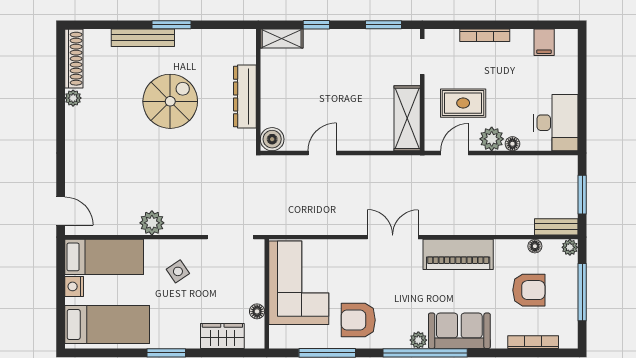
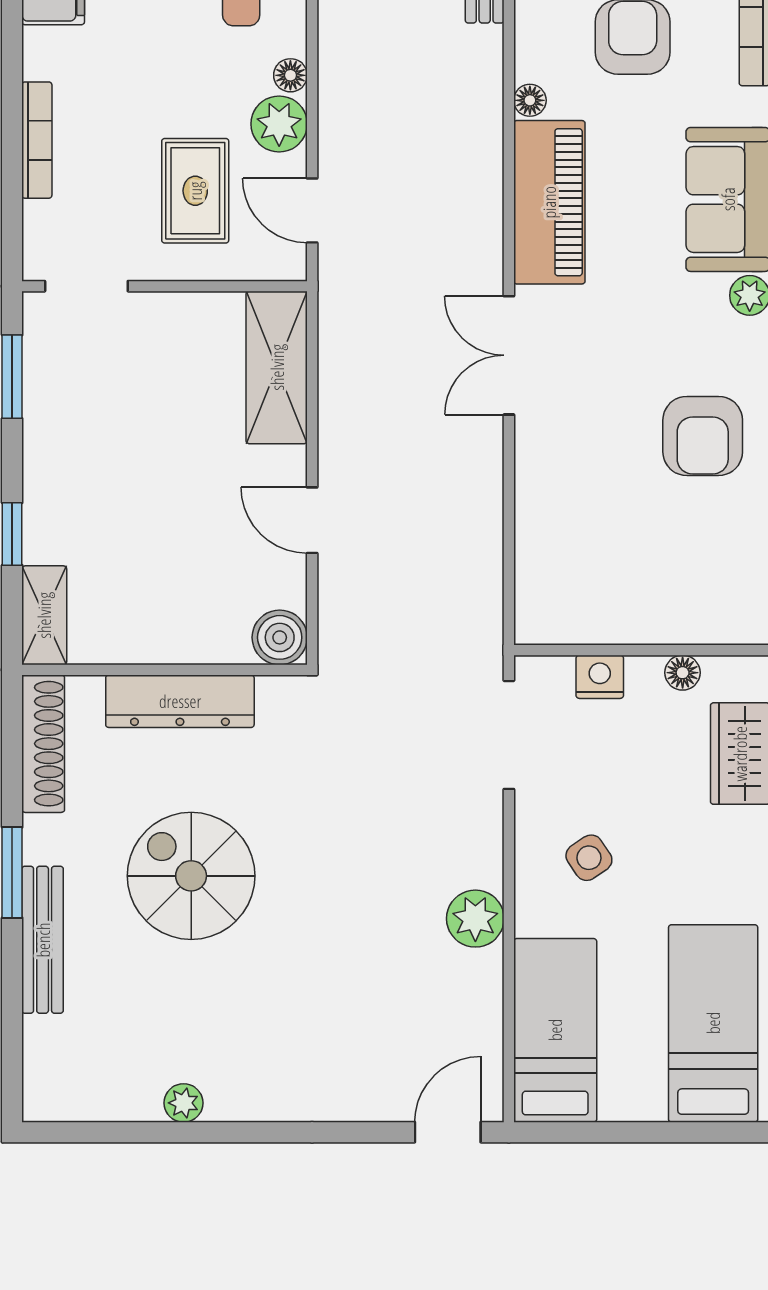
shoe rack: (74, 59) -> (43, 744), moved, turned 90
shelving: (407, 118) -> (277, 367), moved, turned 90
floor lamp: (535, 246) -> (530, 100), moved
corner sofa: (299, 283) -> (616, 575), removed
nightstand: (74, 286) -> (600, 677), moved, turned 180

